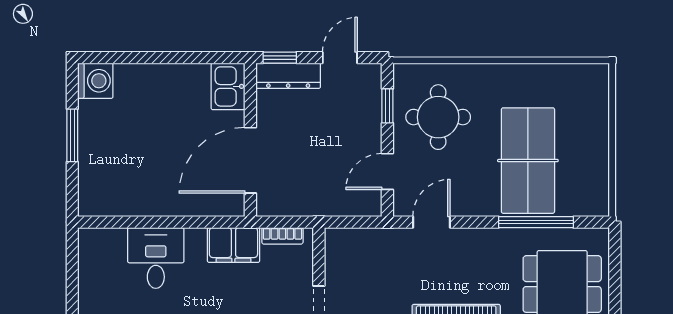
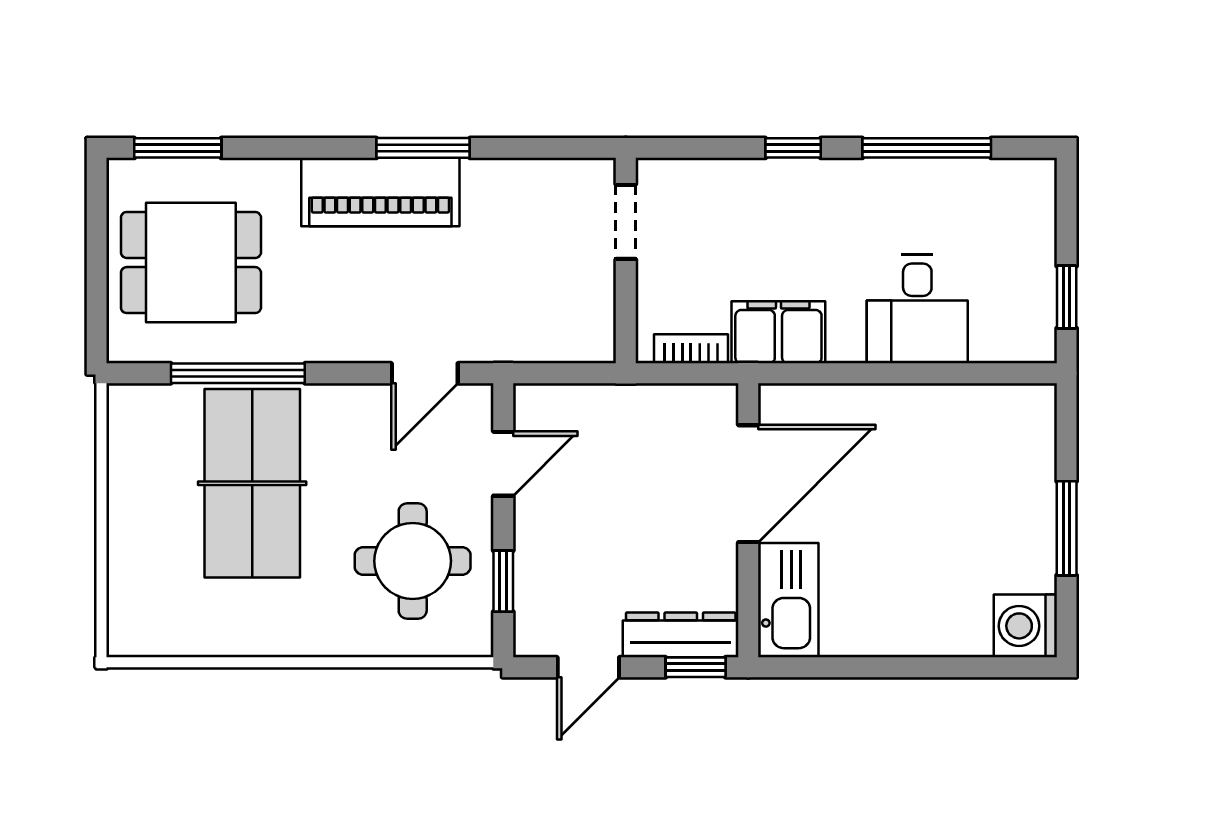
kitchen sink: (228, 86) -> (788, 600), width x1.38
window: (72, 265) -> (1067, 297), added

